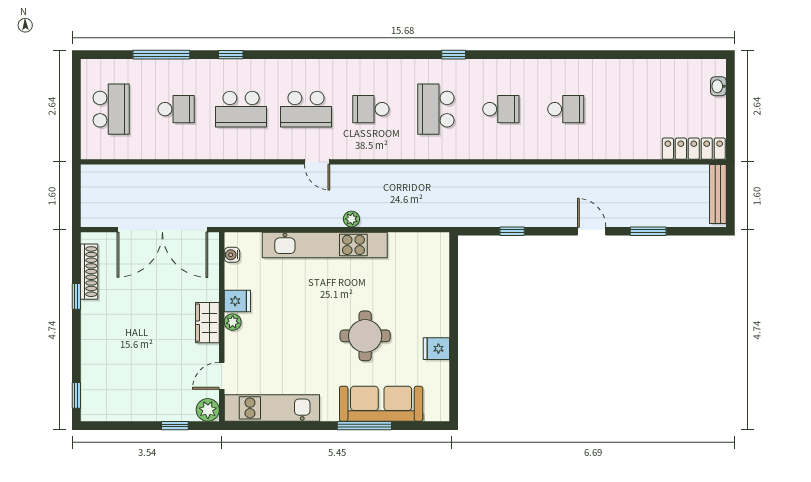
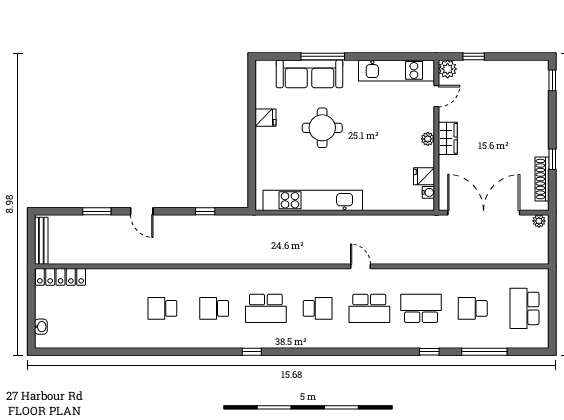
school desk: (306, 109) -> (369, 308), turned 180
school desk: (436, 109) -> (266, 308), turned 90
plant: (351, 219) -> (539, 221), moved
kitchen unit: (325, 245) -> (313, 200), moved
fridge: (237, 301) -> (424, 176), moved

